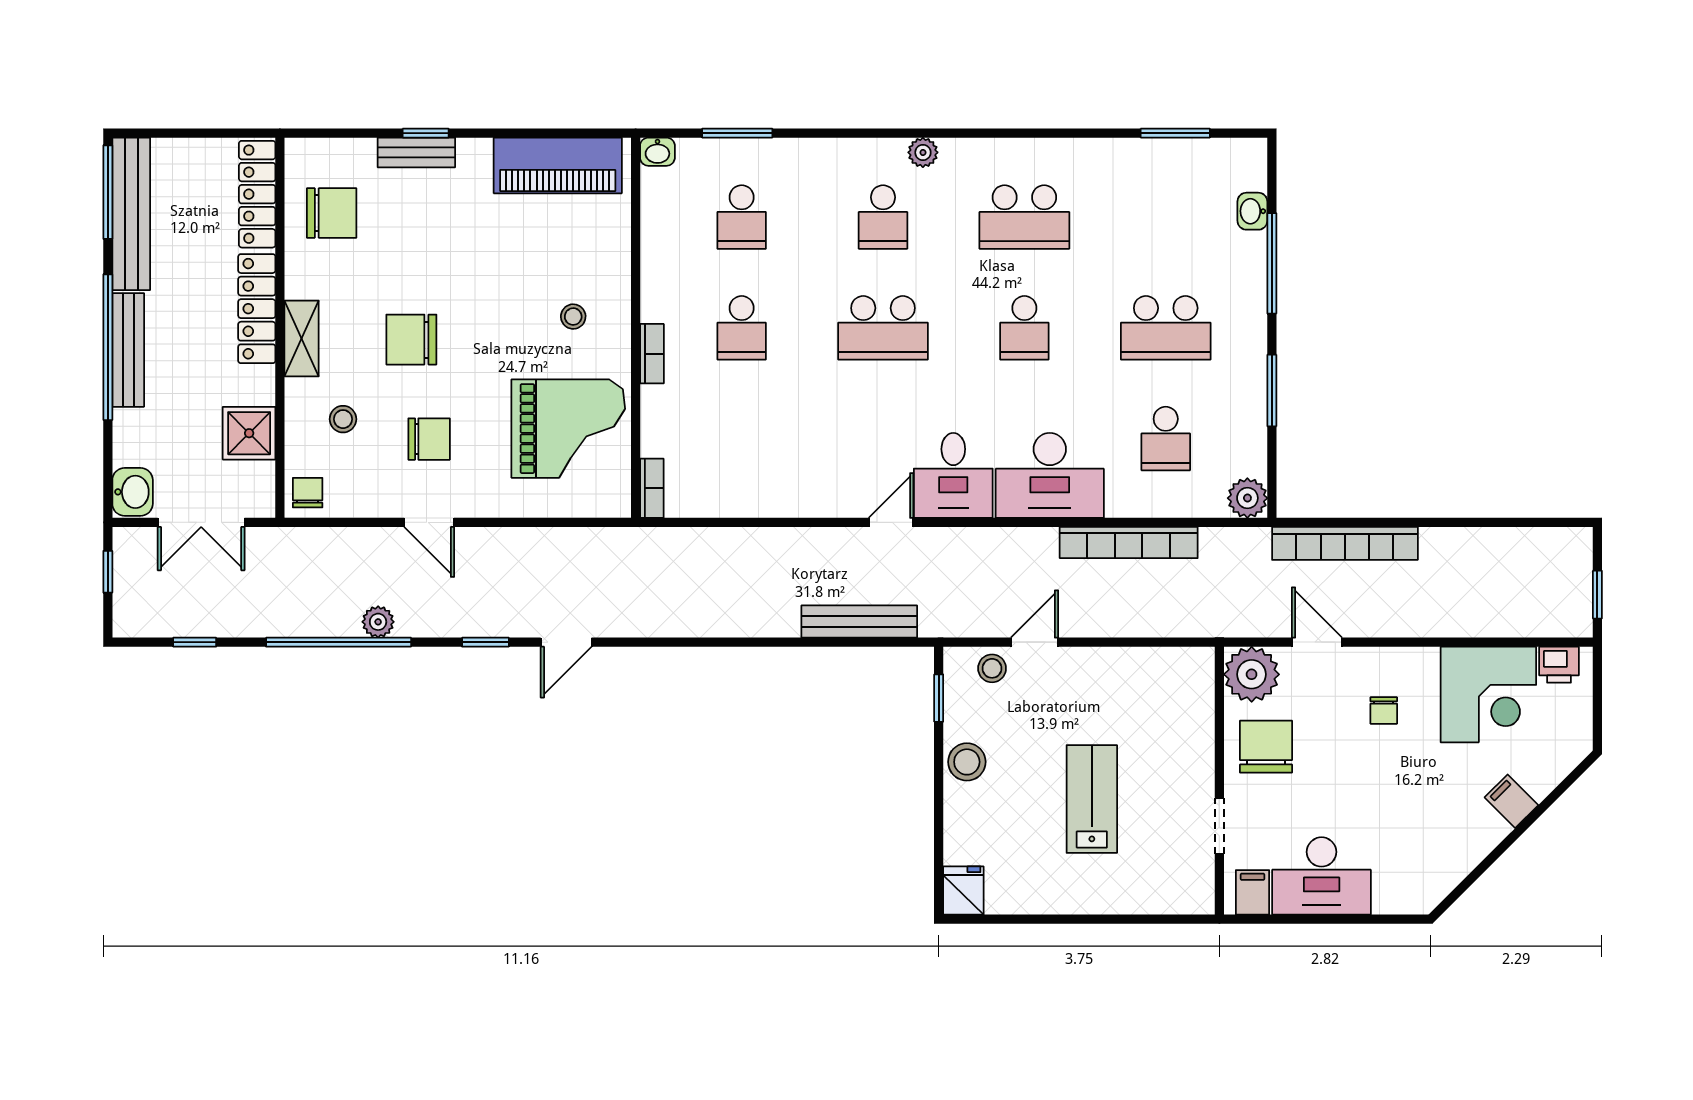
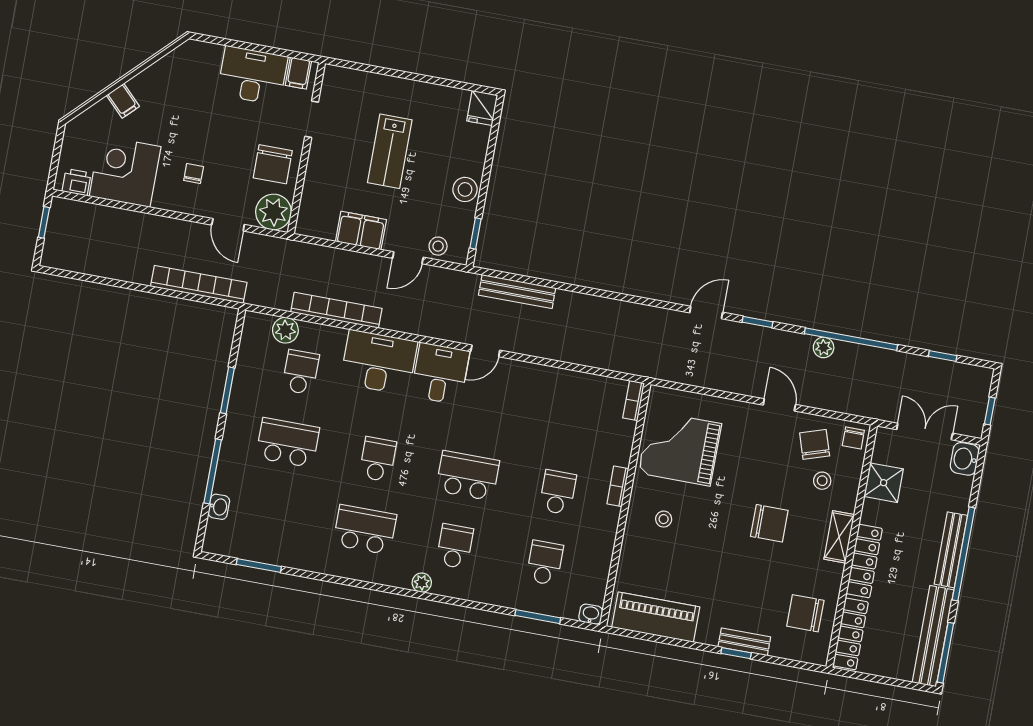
chair: (429, 439) -> (815, 444), moved, turned 72
plant: (1247, 498) -> (285, 330), moved
filing cabinet: (1114, 671) -> (361, 231), added

